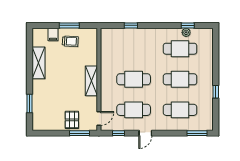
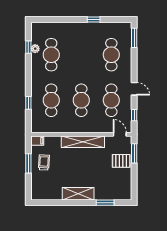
filing cabinet: (53, 34) -> (37, 141), moved
shelving: (38, 63) -> (78, 194), moved
cafe table: (180, 79) -> (51, 100), moved
shelving: (91, 81) -> (83, 142), width x1.47

